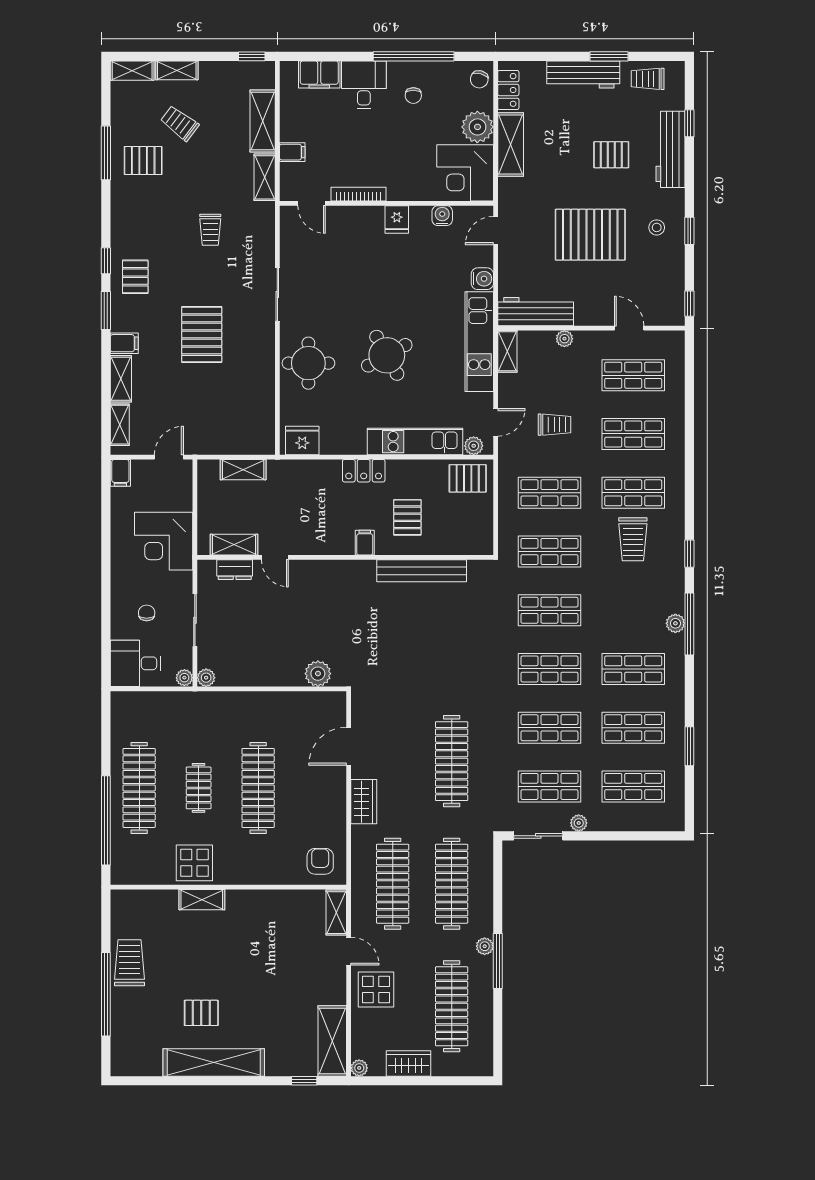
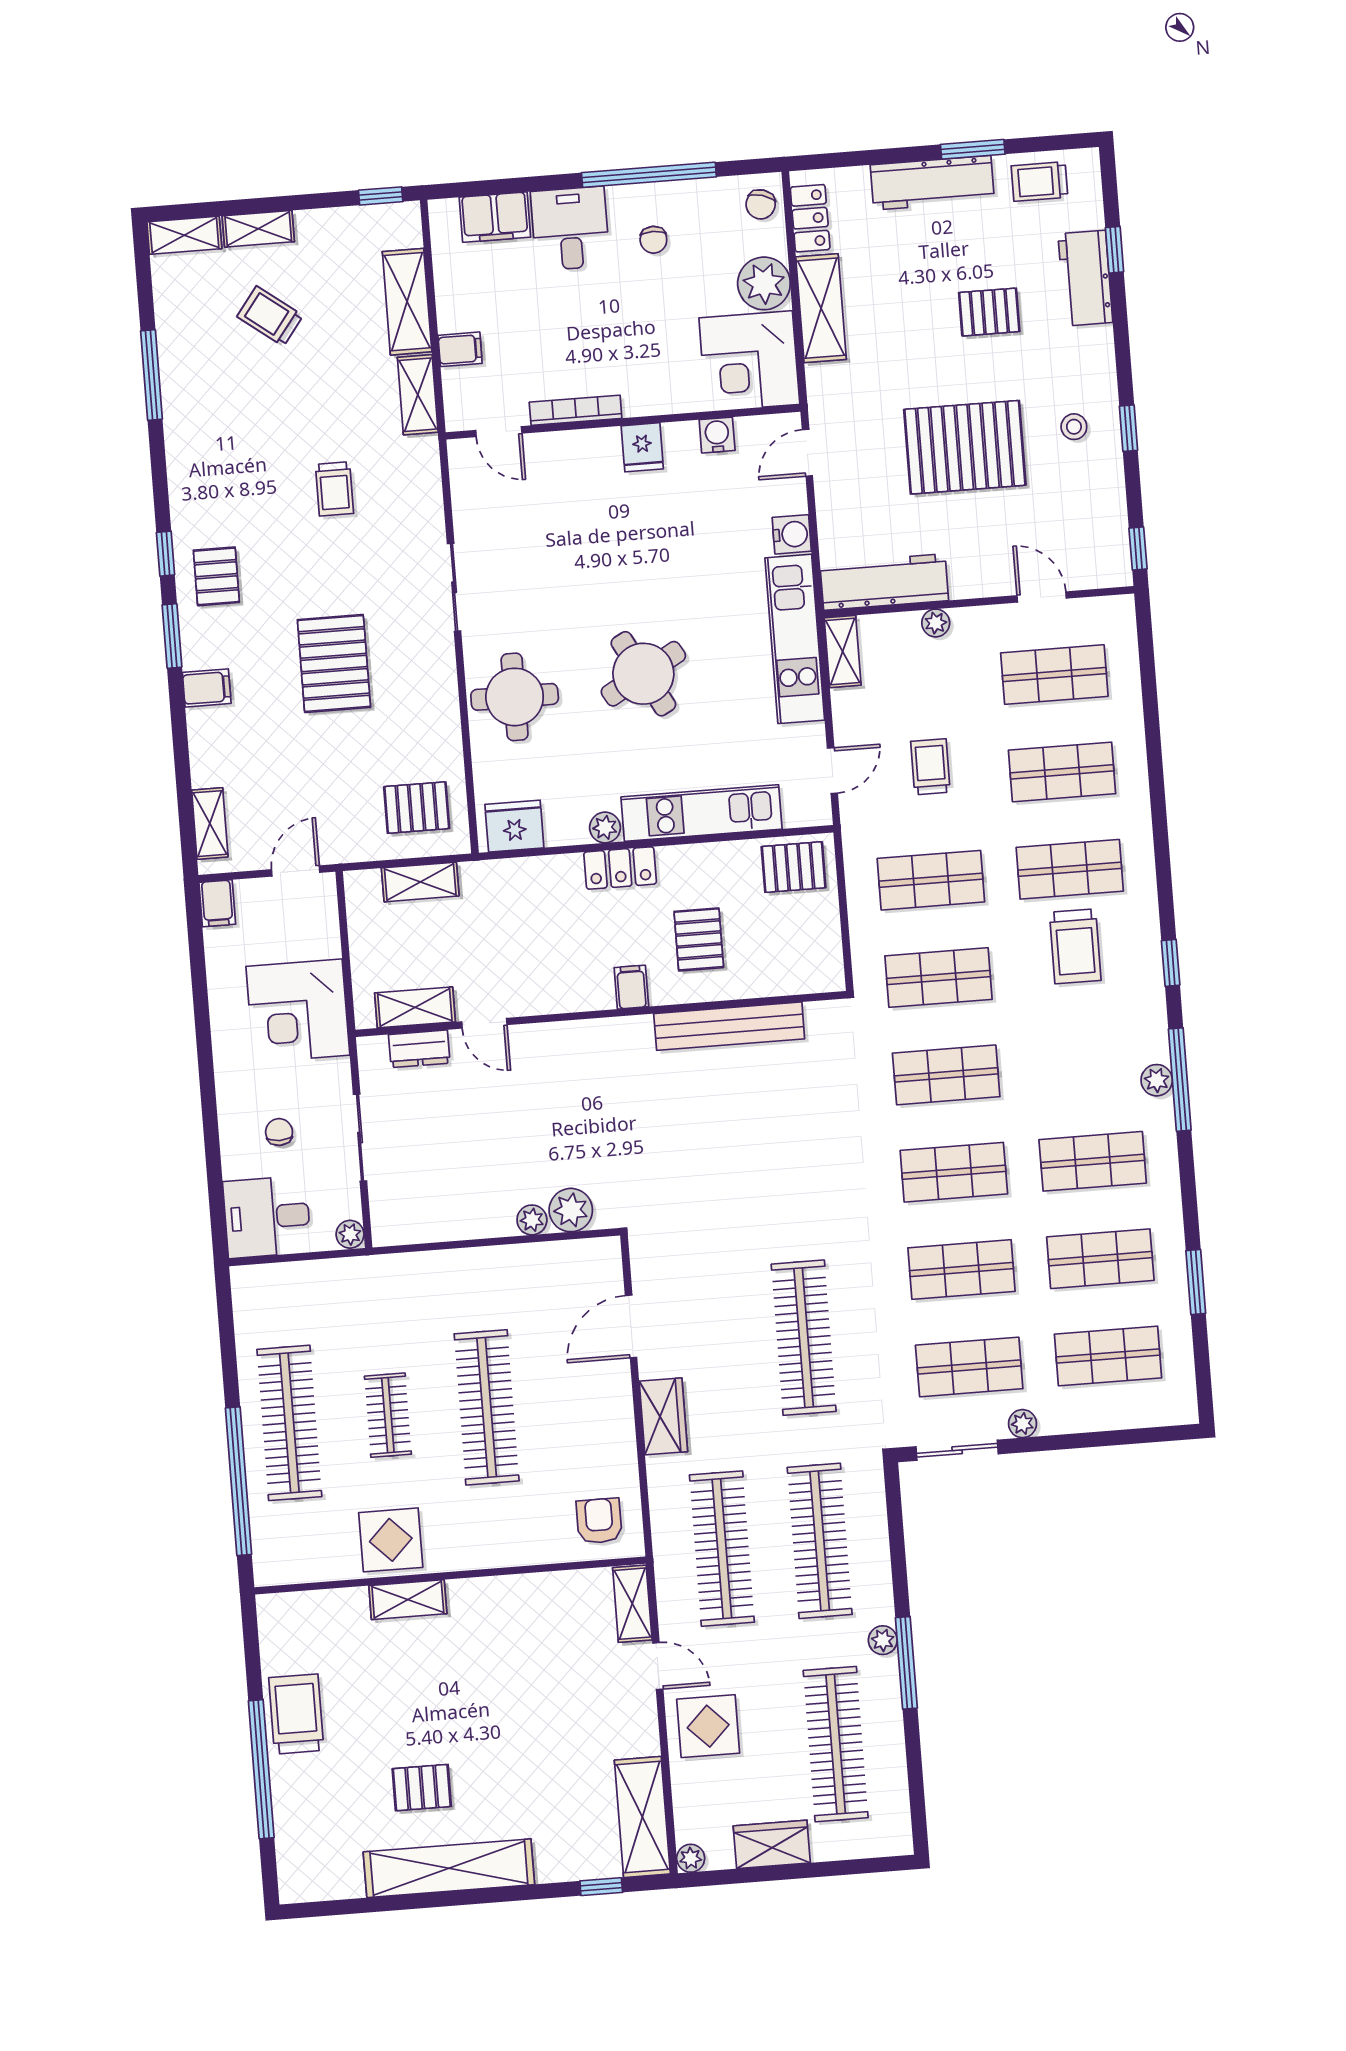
workbench: (670, 149) -> (1085, 278), width x0.73
pallet: (143, 161) -> (417, 808), moved
shelving: (121, 379) -> (206, 747), removed
trolley: (555, 425) -> (930, 767), turned -90
plant: (474, 446) -> (605, 828), moved
plant: (206, 678) -> (532, 1220), moved

